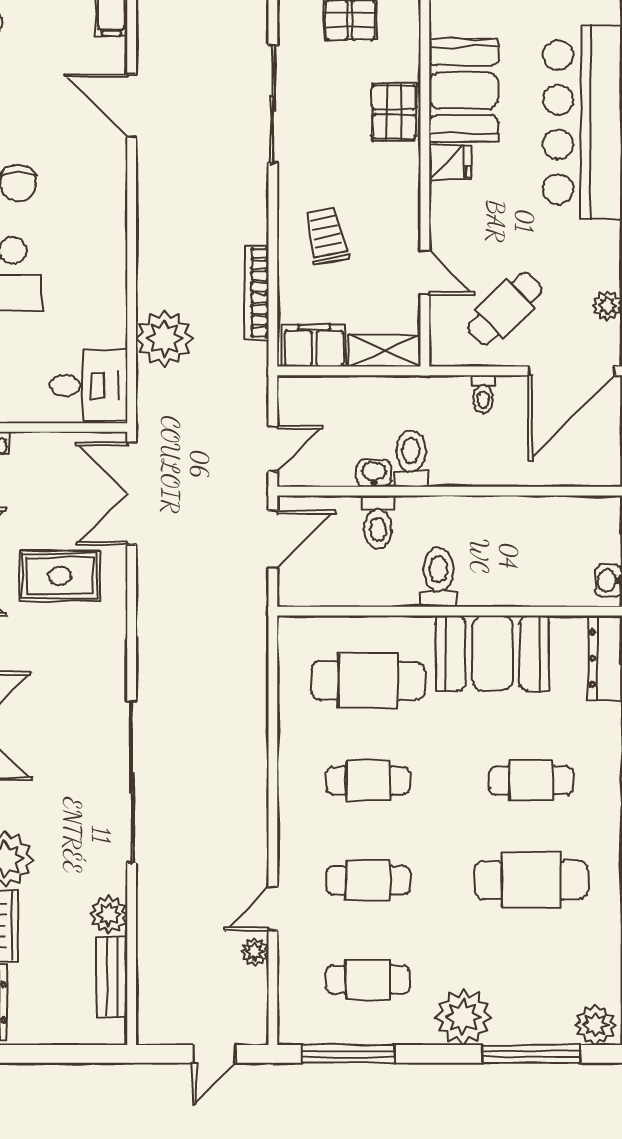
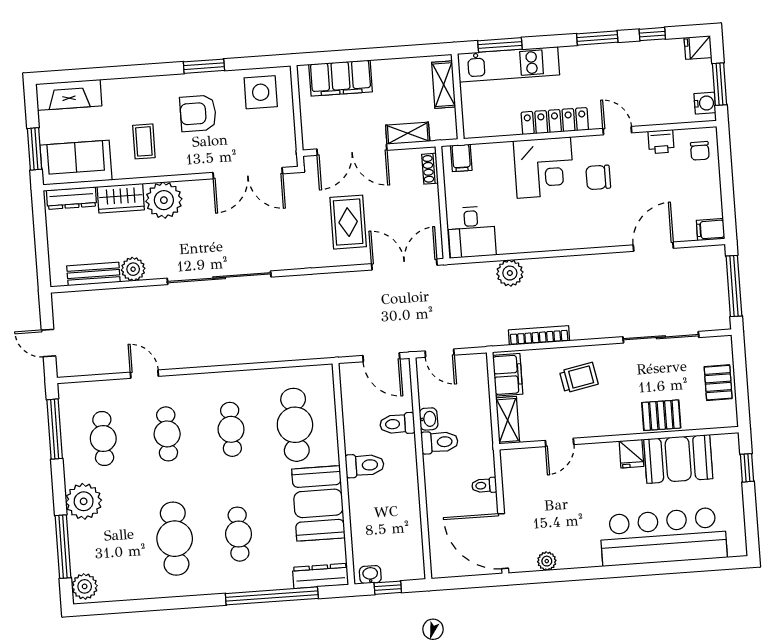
cafe table: (505, 309) -> (540, 495), removed
plant: (164, 338) -> (510, 273), width x0.73, depth x0.73
plant: (255, 952) -> (116, 365), removed

